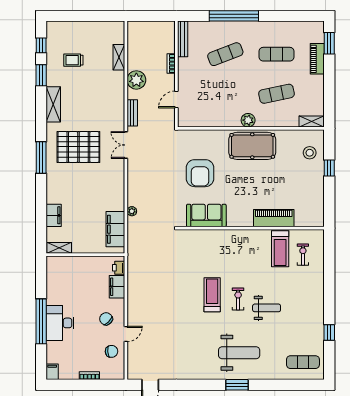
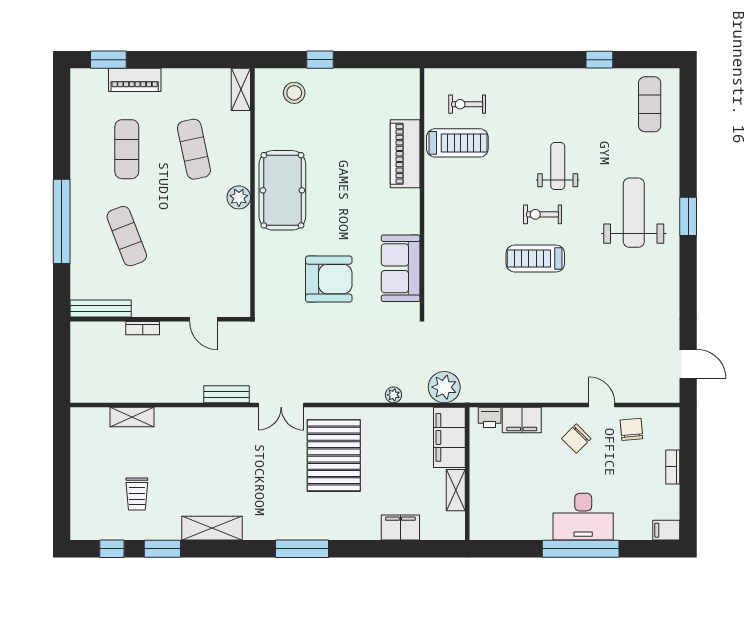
plant: (136, 80) -> (444, 387), moved
pallet: (78, 147) -> (334, 455), moved
filing cabinet: (115, 229) -> (449, 437), moved, turned 90
shelving: (59, 248) -> (456, 490), moved

